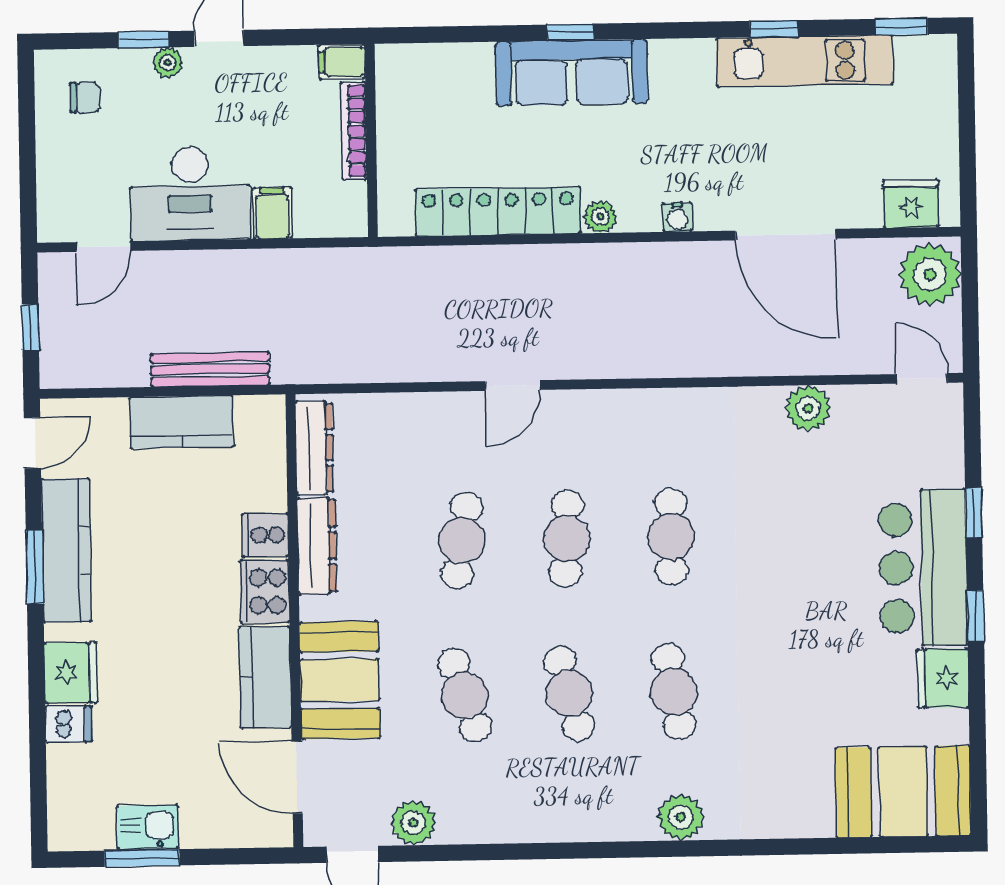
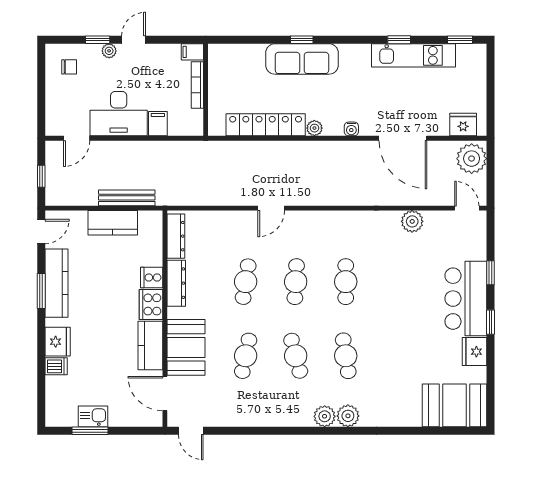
cafe table: (465, 695) -> (246, 356), turned 30
plant: (413, 823) -> (325, 416), moved

